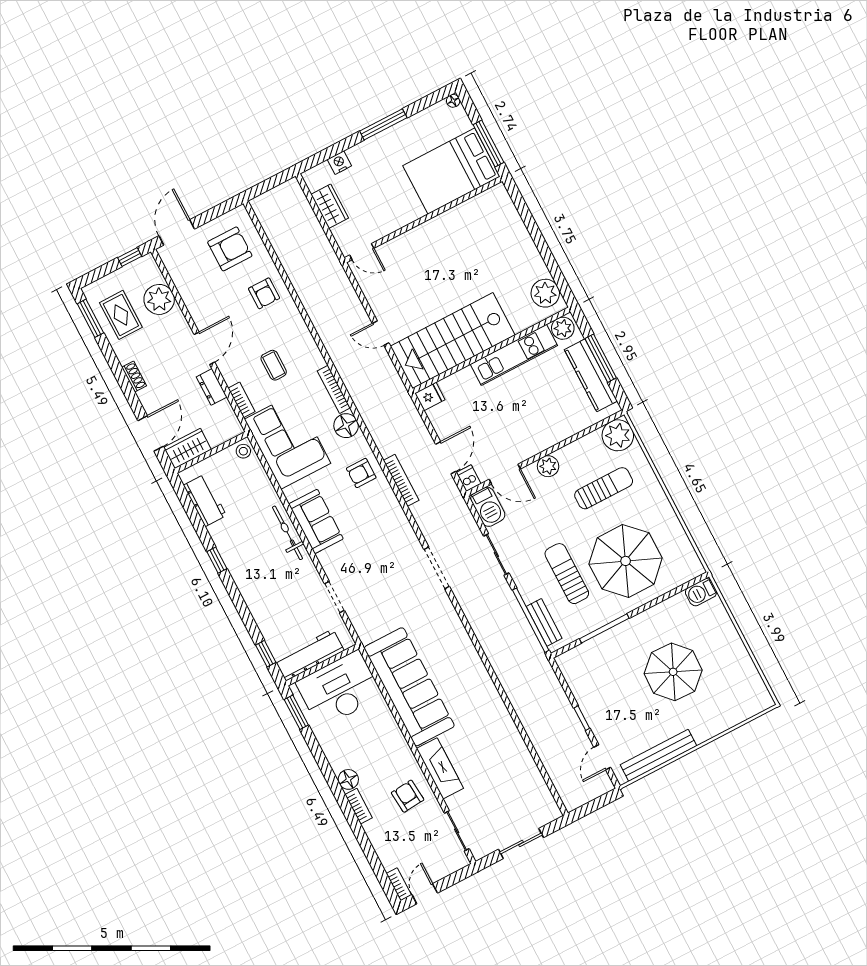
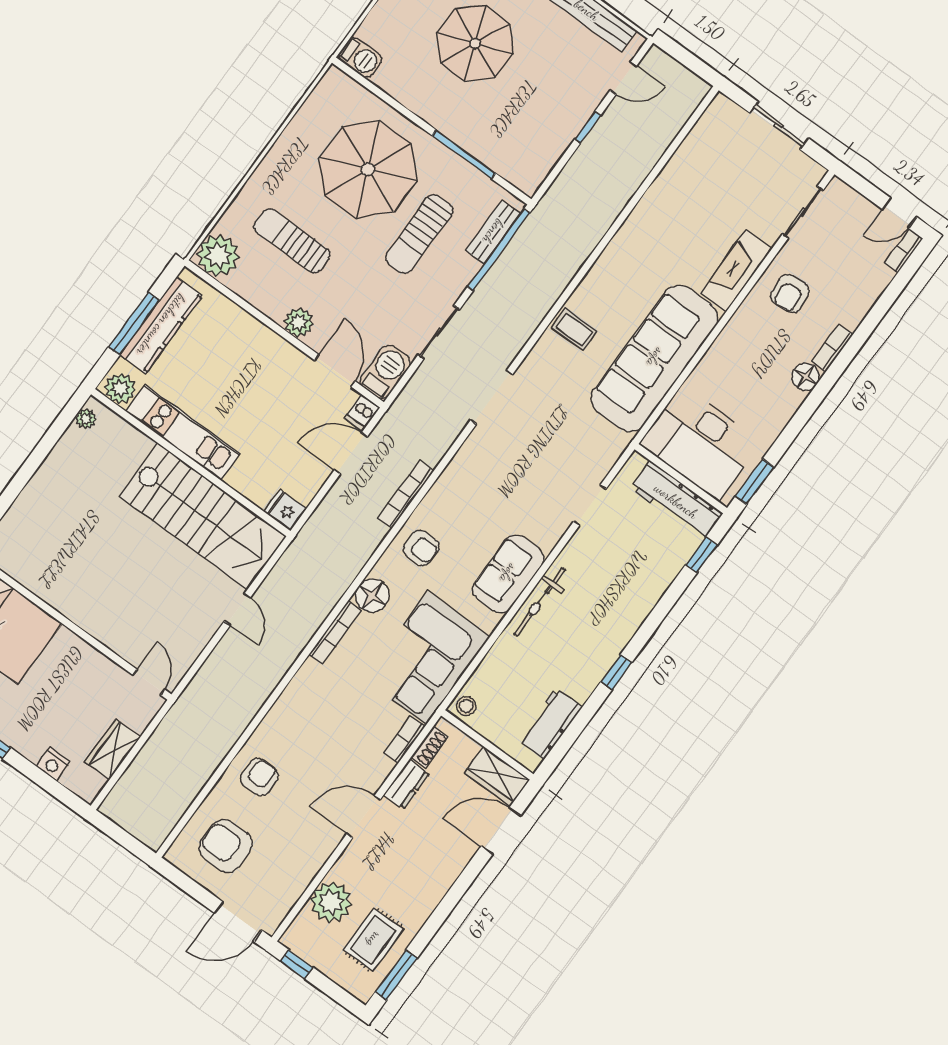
plant: (545, 293) -> (86, 419), width x0.53, depth x0.53
coffee table: (274, 365) -> (574, 330), moved, turned 90
shoe rack: (134, 377) -> (430, 747), moved, turned 180

